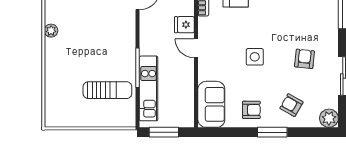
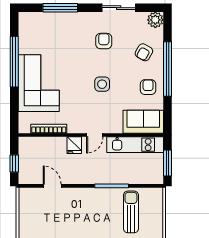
armchair: (304, 59) -> (104, 41), turned 84
kitchen unit: (149, 88) -> (135, 145), moved, turned 180
window: (272, 132) -> (167, 69), width x2.11

